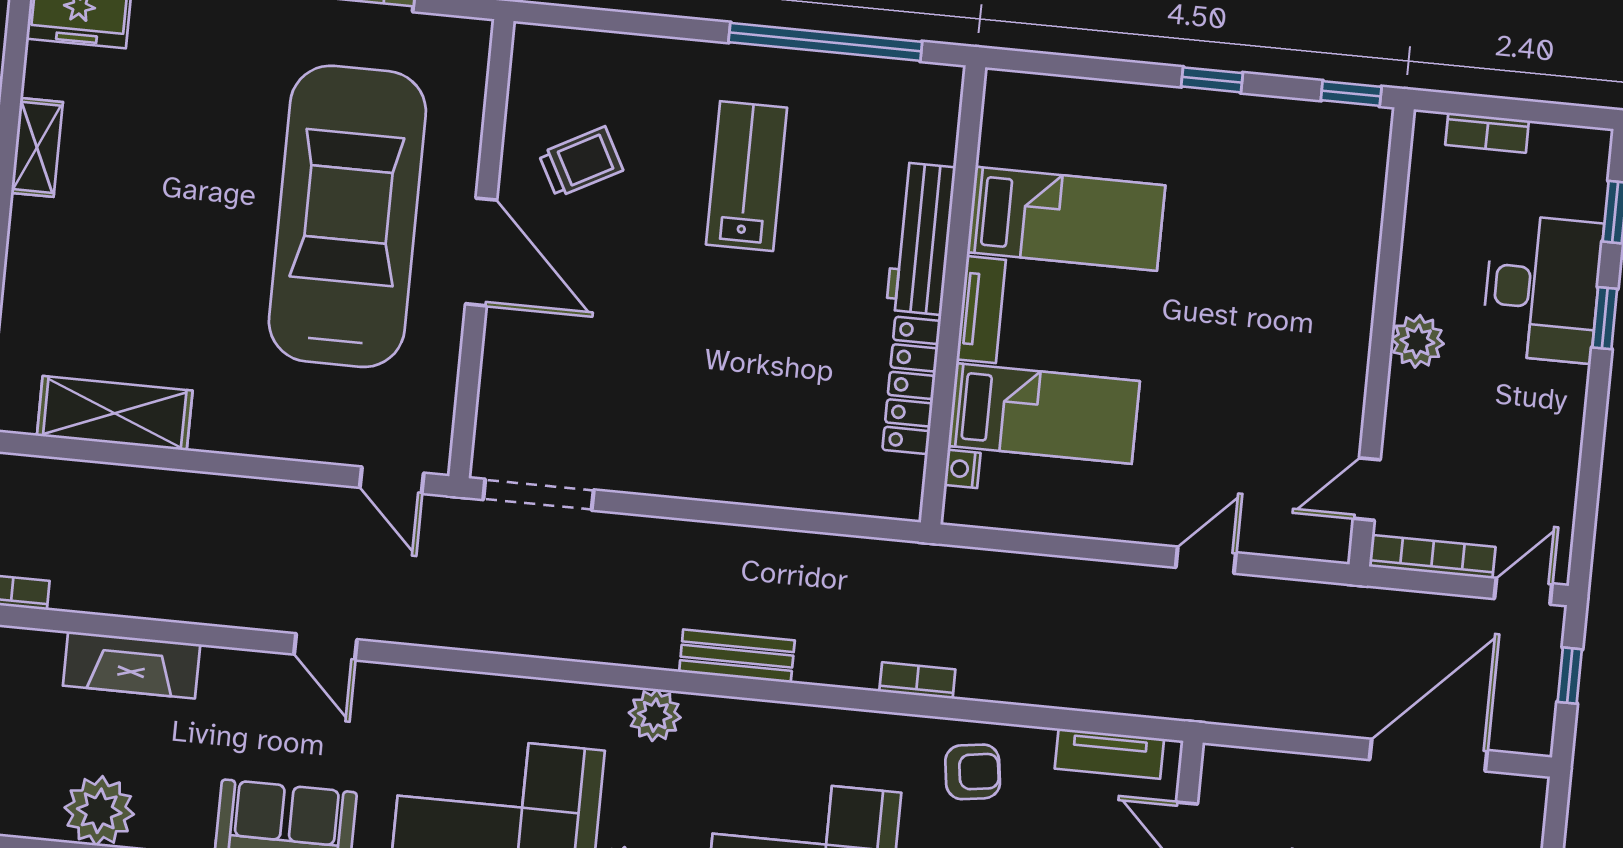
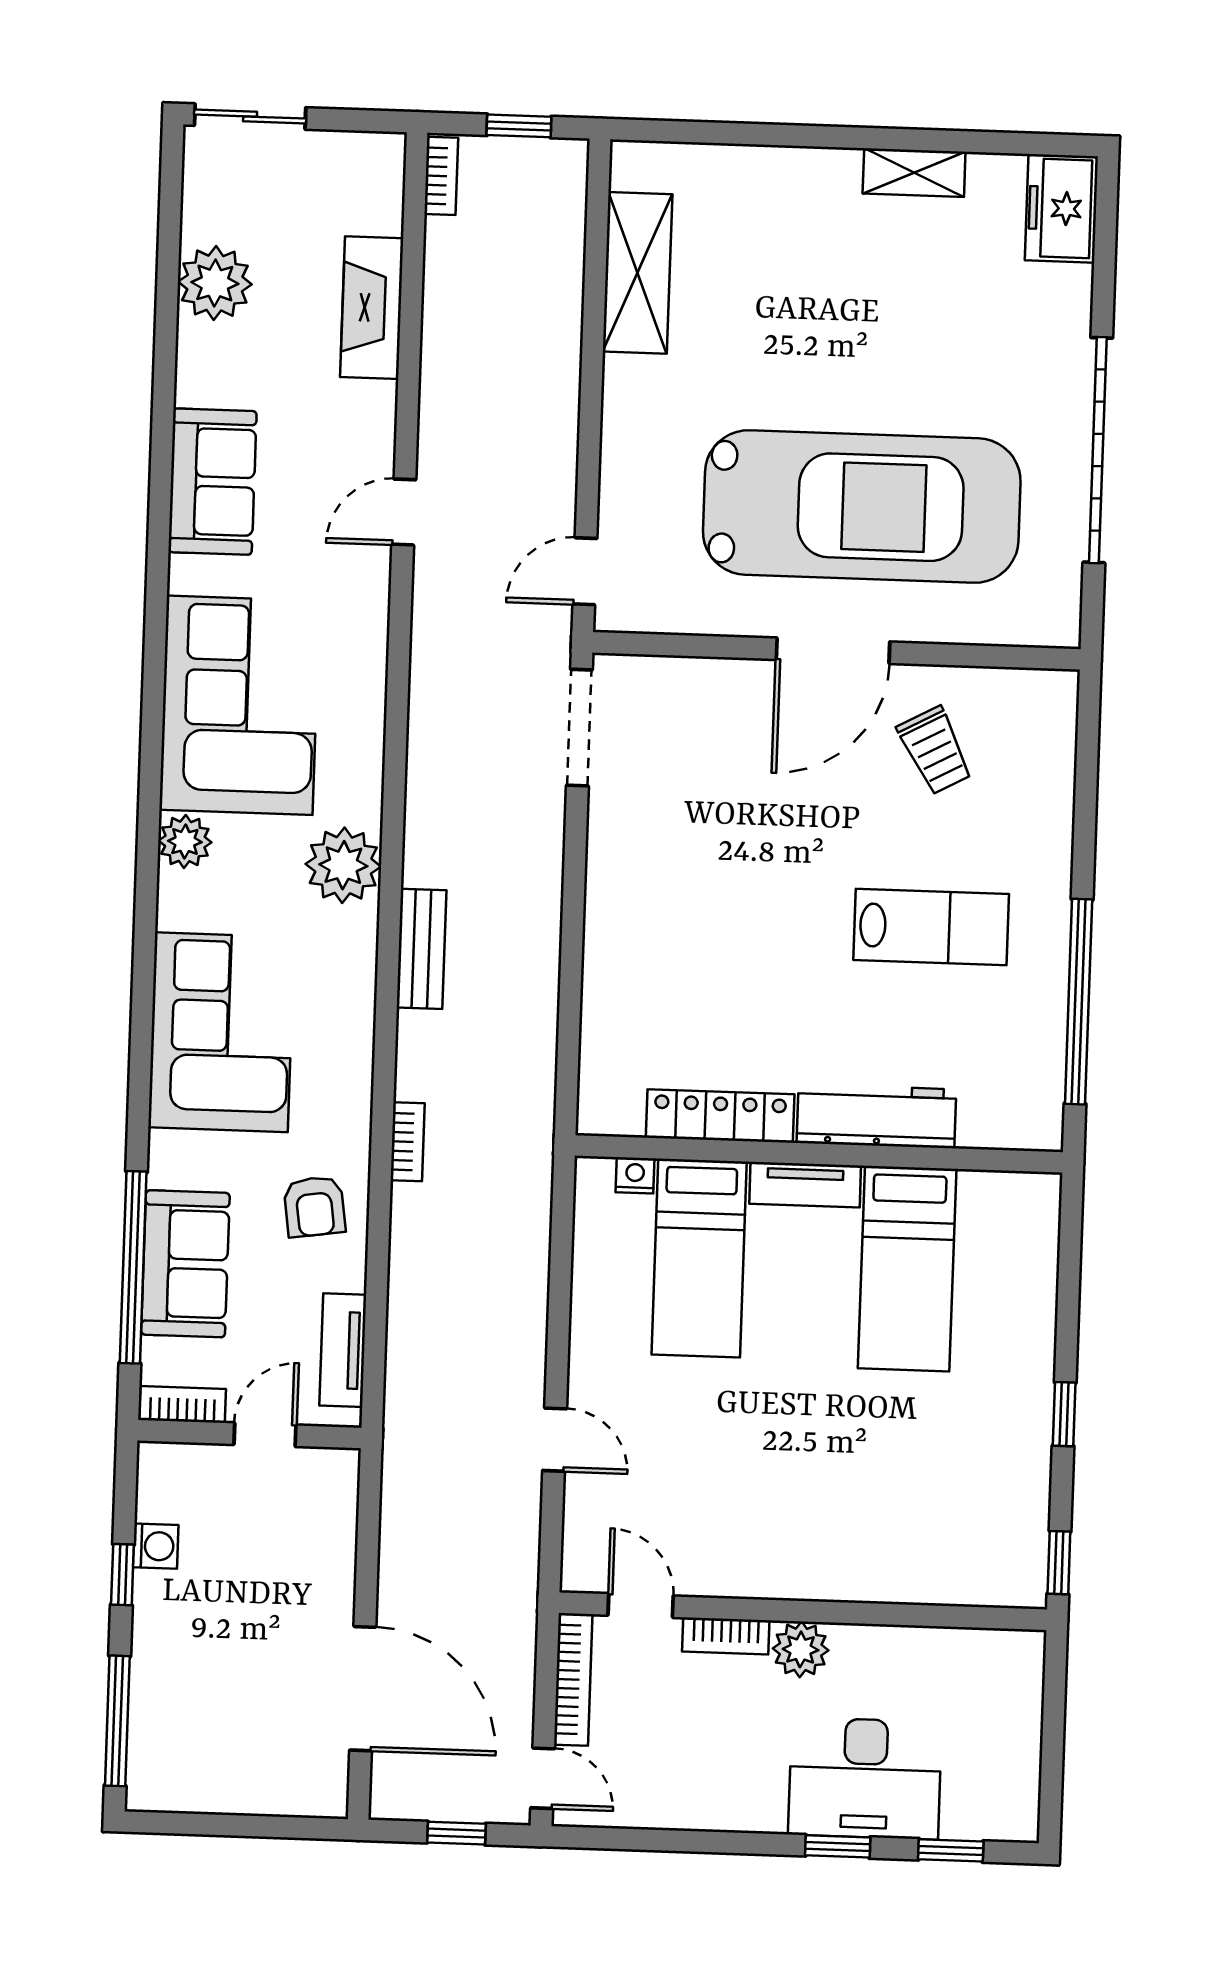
bookcase: (1487, 133) -> (726, 1636), moved, turned -90
plant: (655, 715) -> (343, 865), width x1.36, depth x1.36

